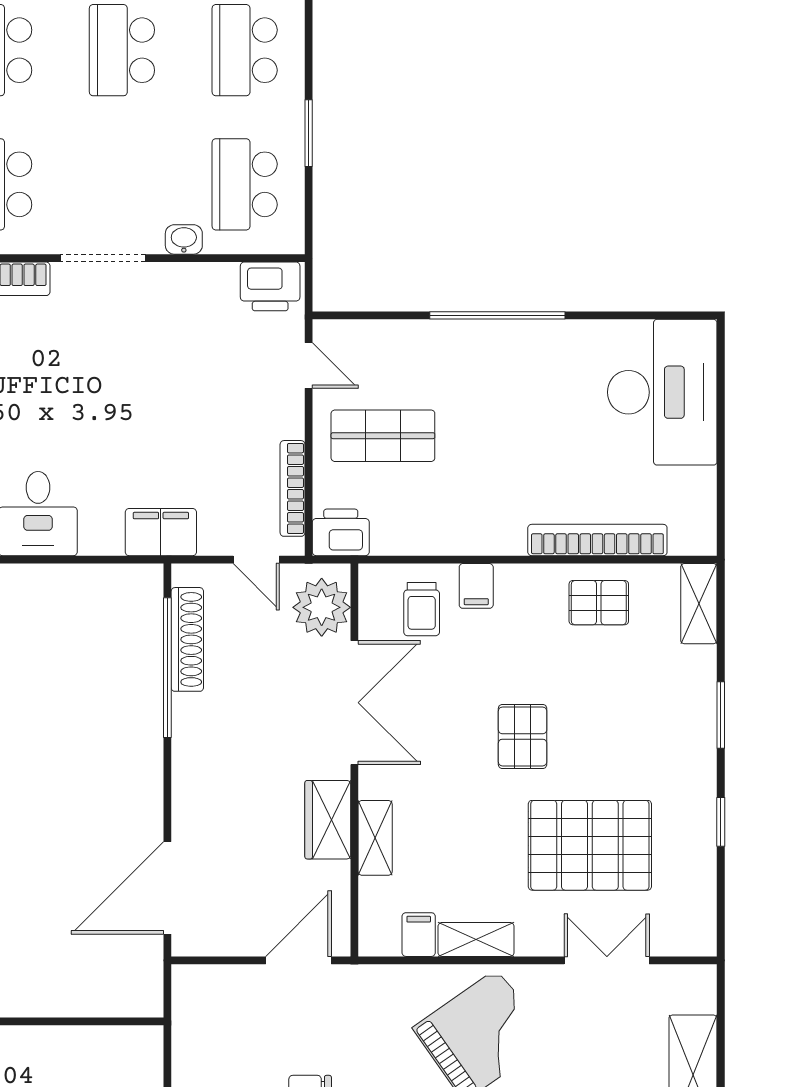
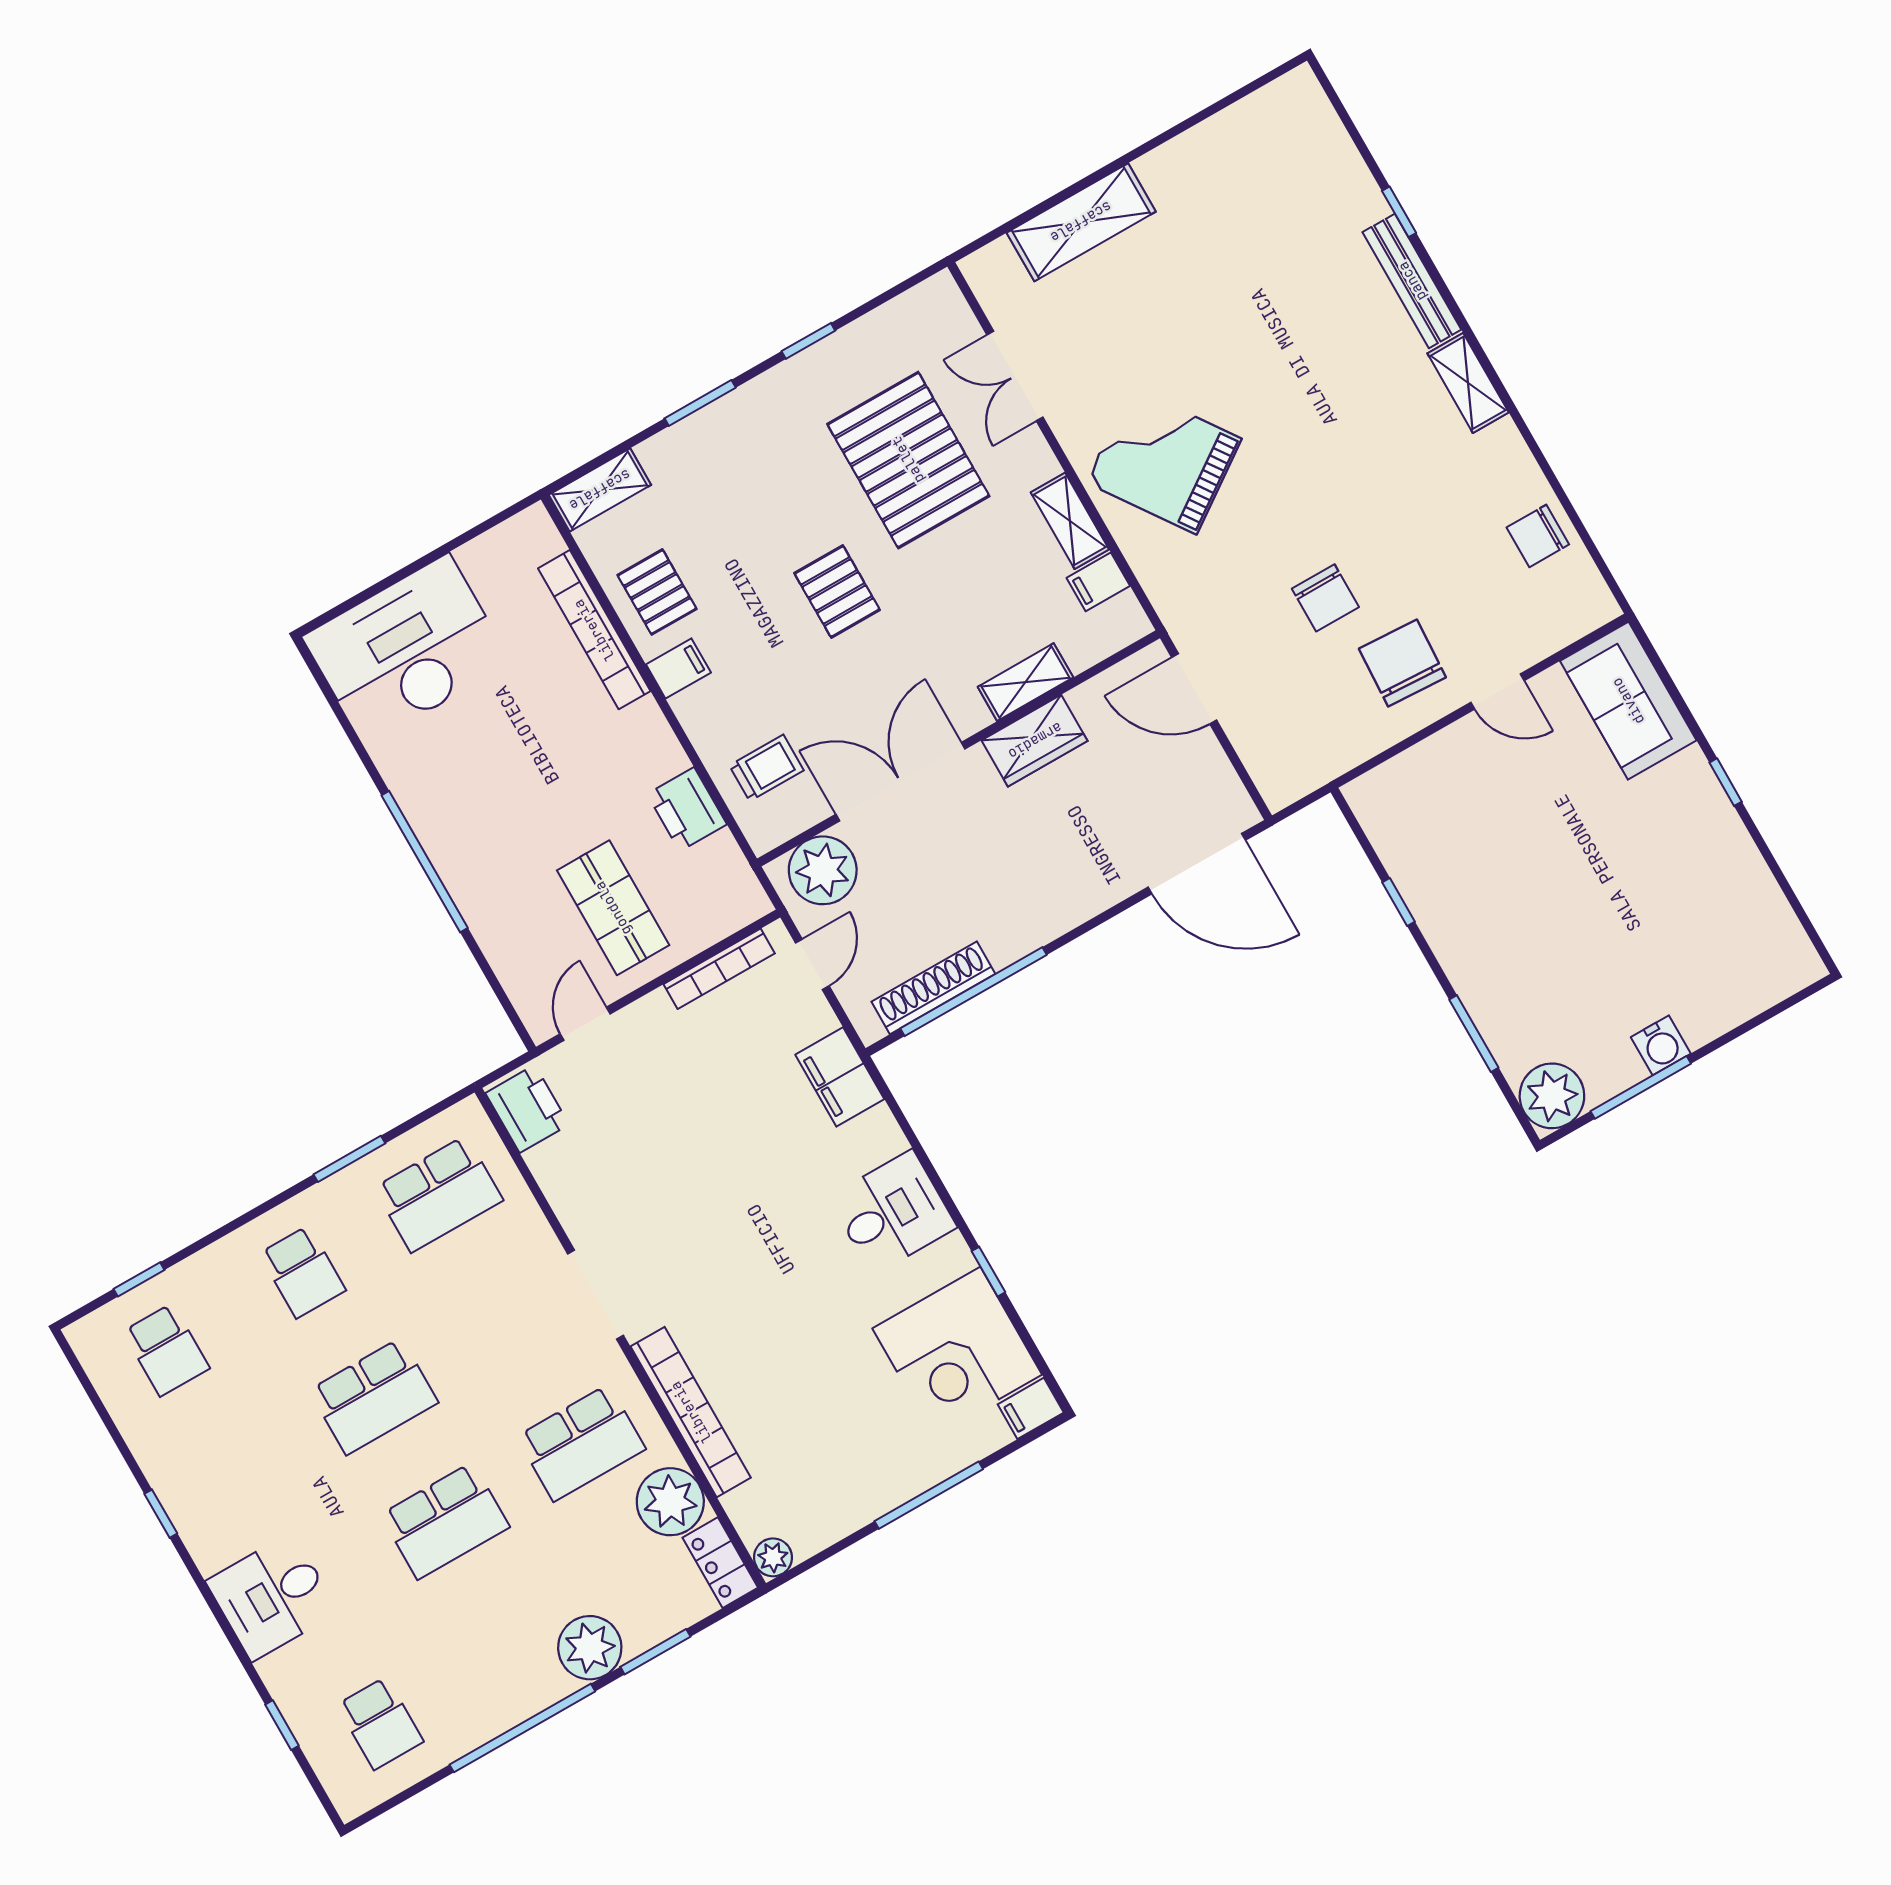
school desk: (245, 50) -> (302, 1272), width x0.54
washbasin: (184, 239) -> (530, 1224), removed
printer: (341, 532) -> (687, 809), moved
filing cabinet: (476, 586) -> (678, 669), moved
pallet: (523, 736) -> (837, 591), turned 90
window: (53, 1021) -> (1399, 902), added

